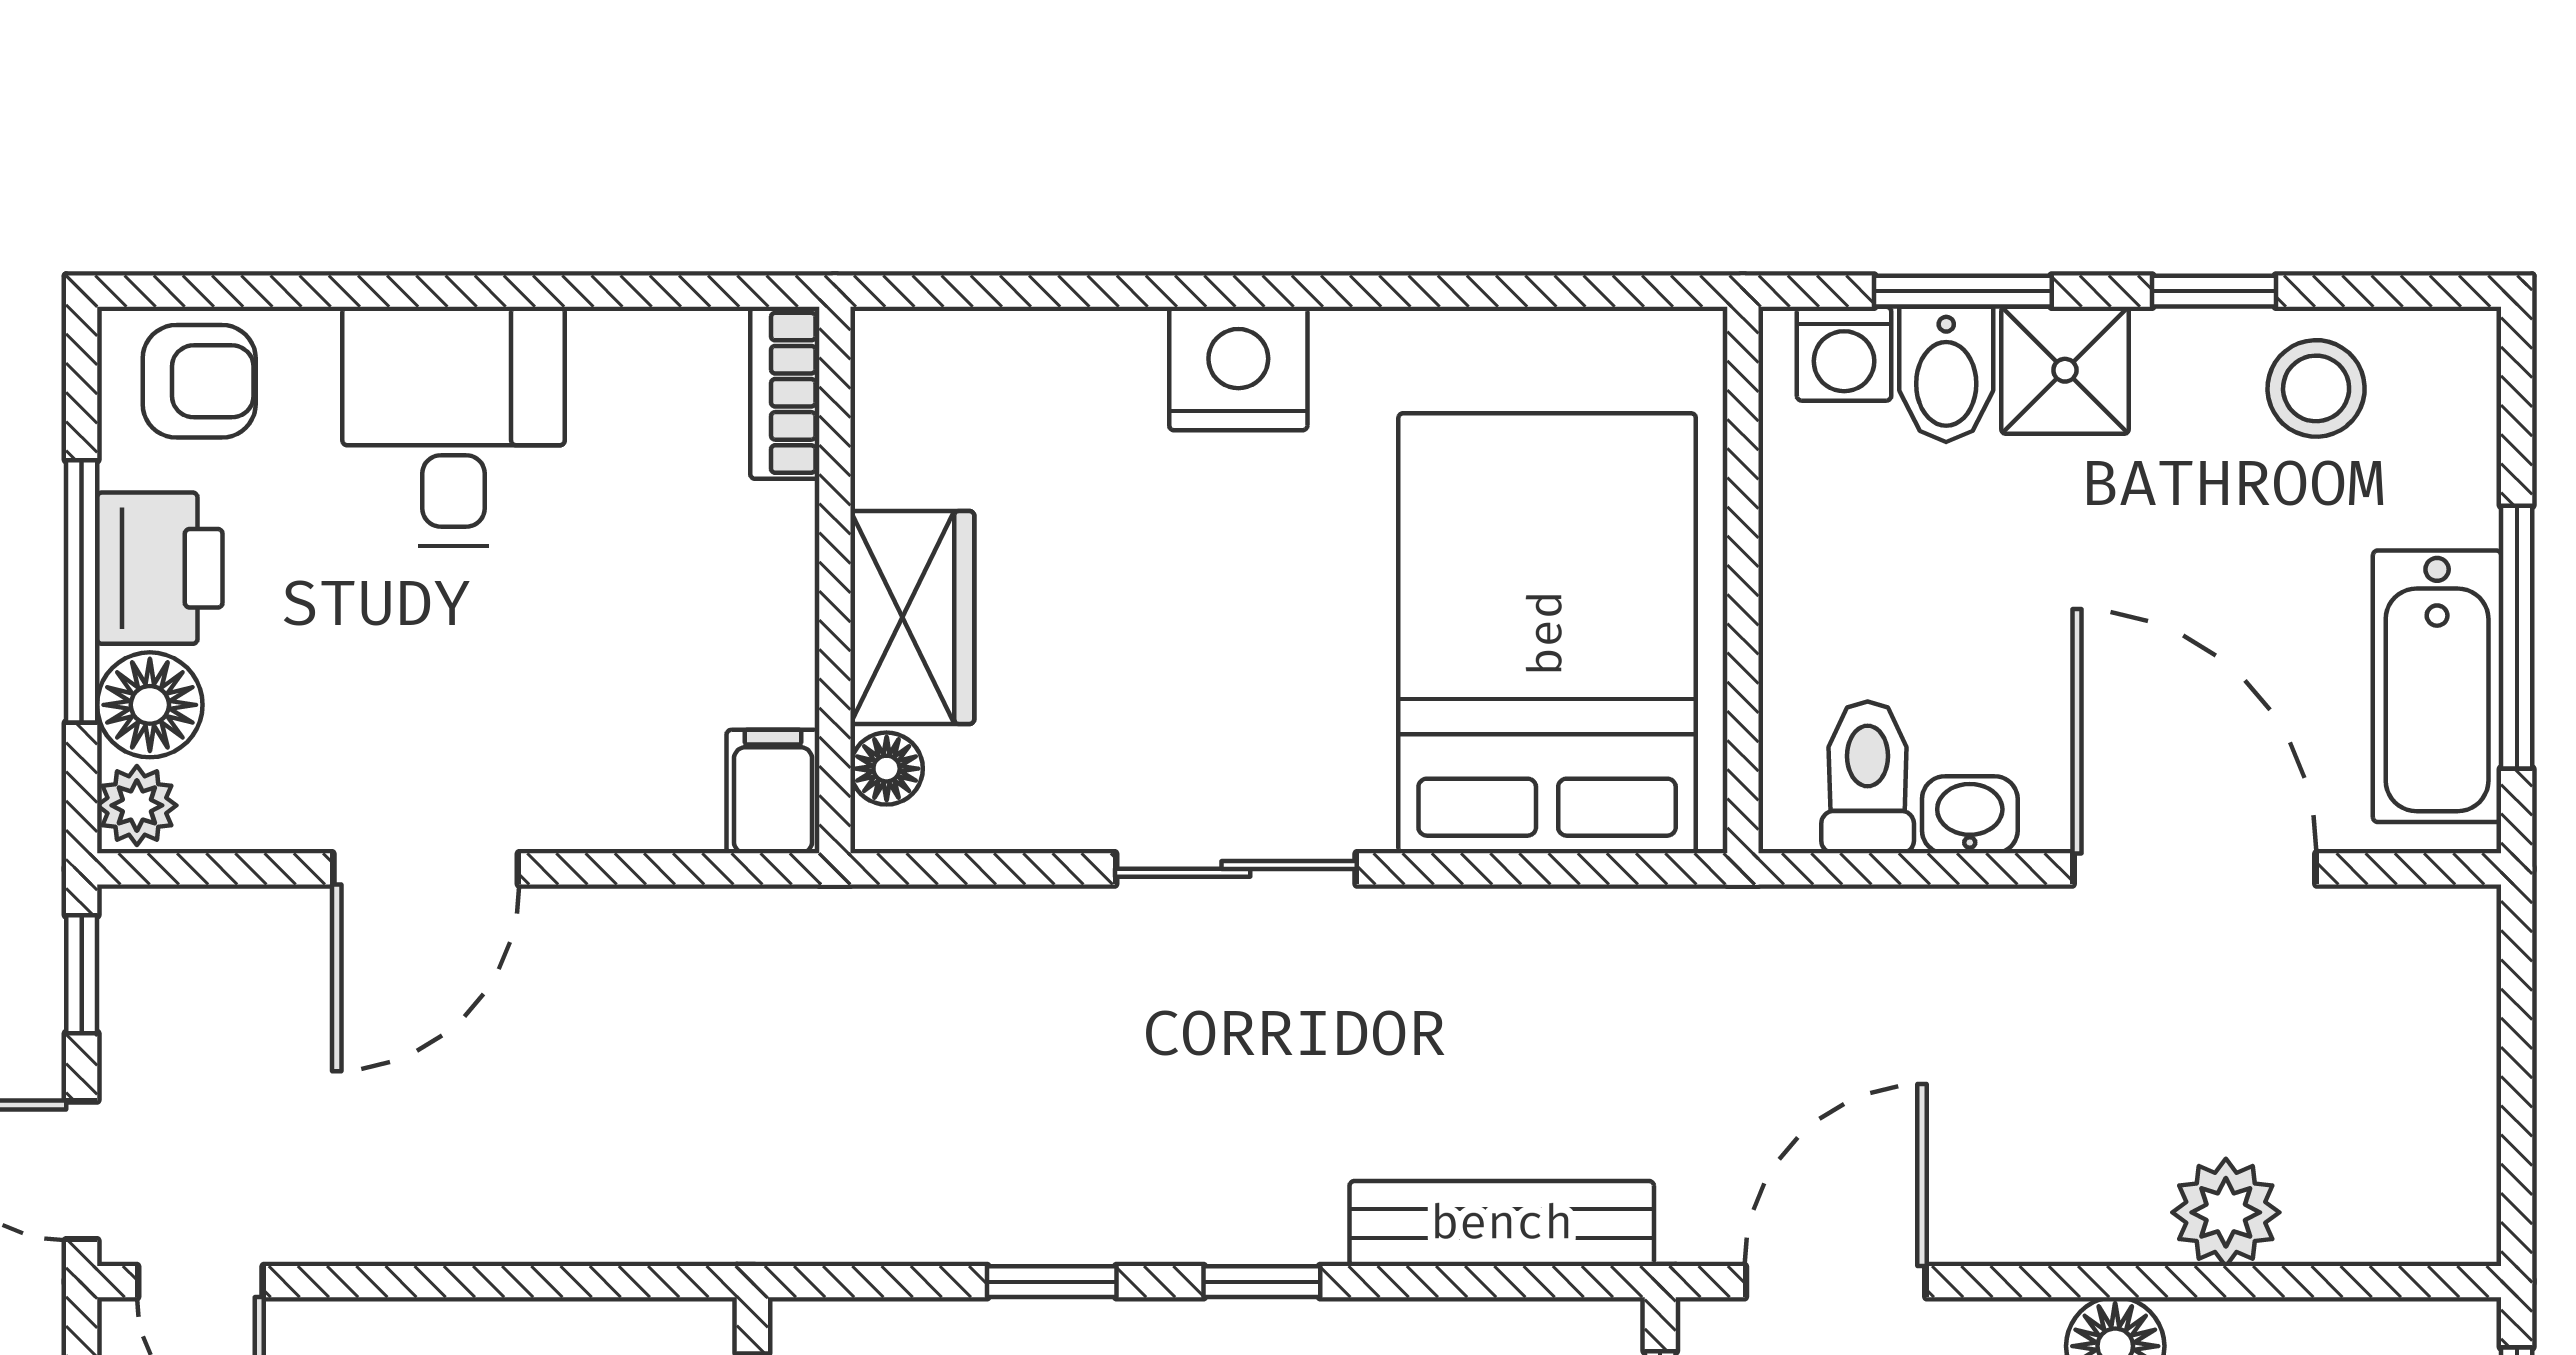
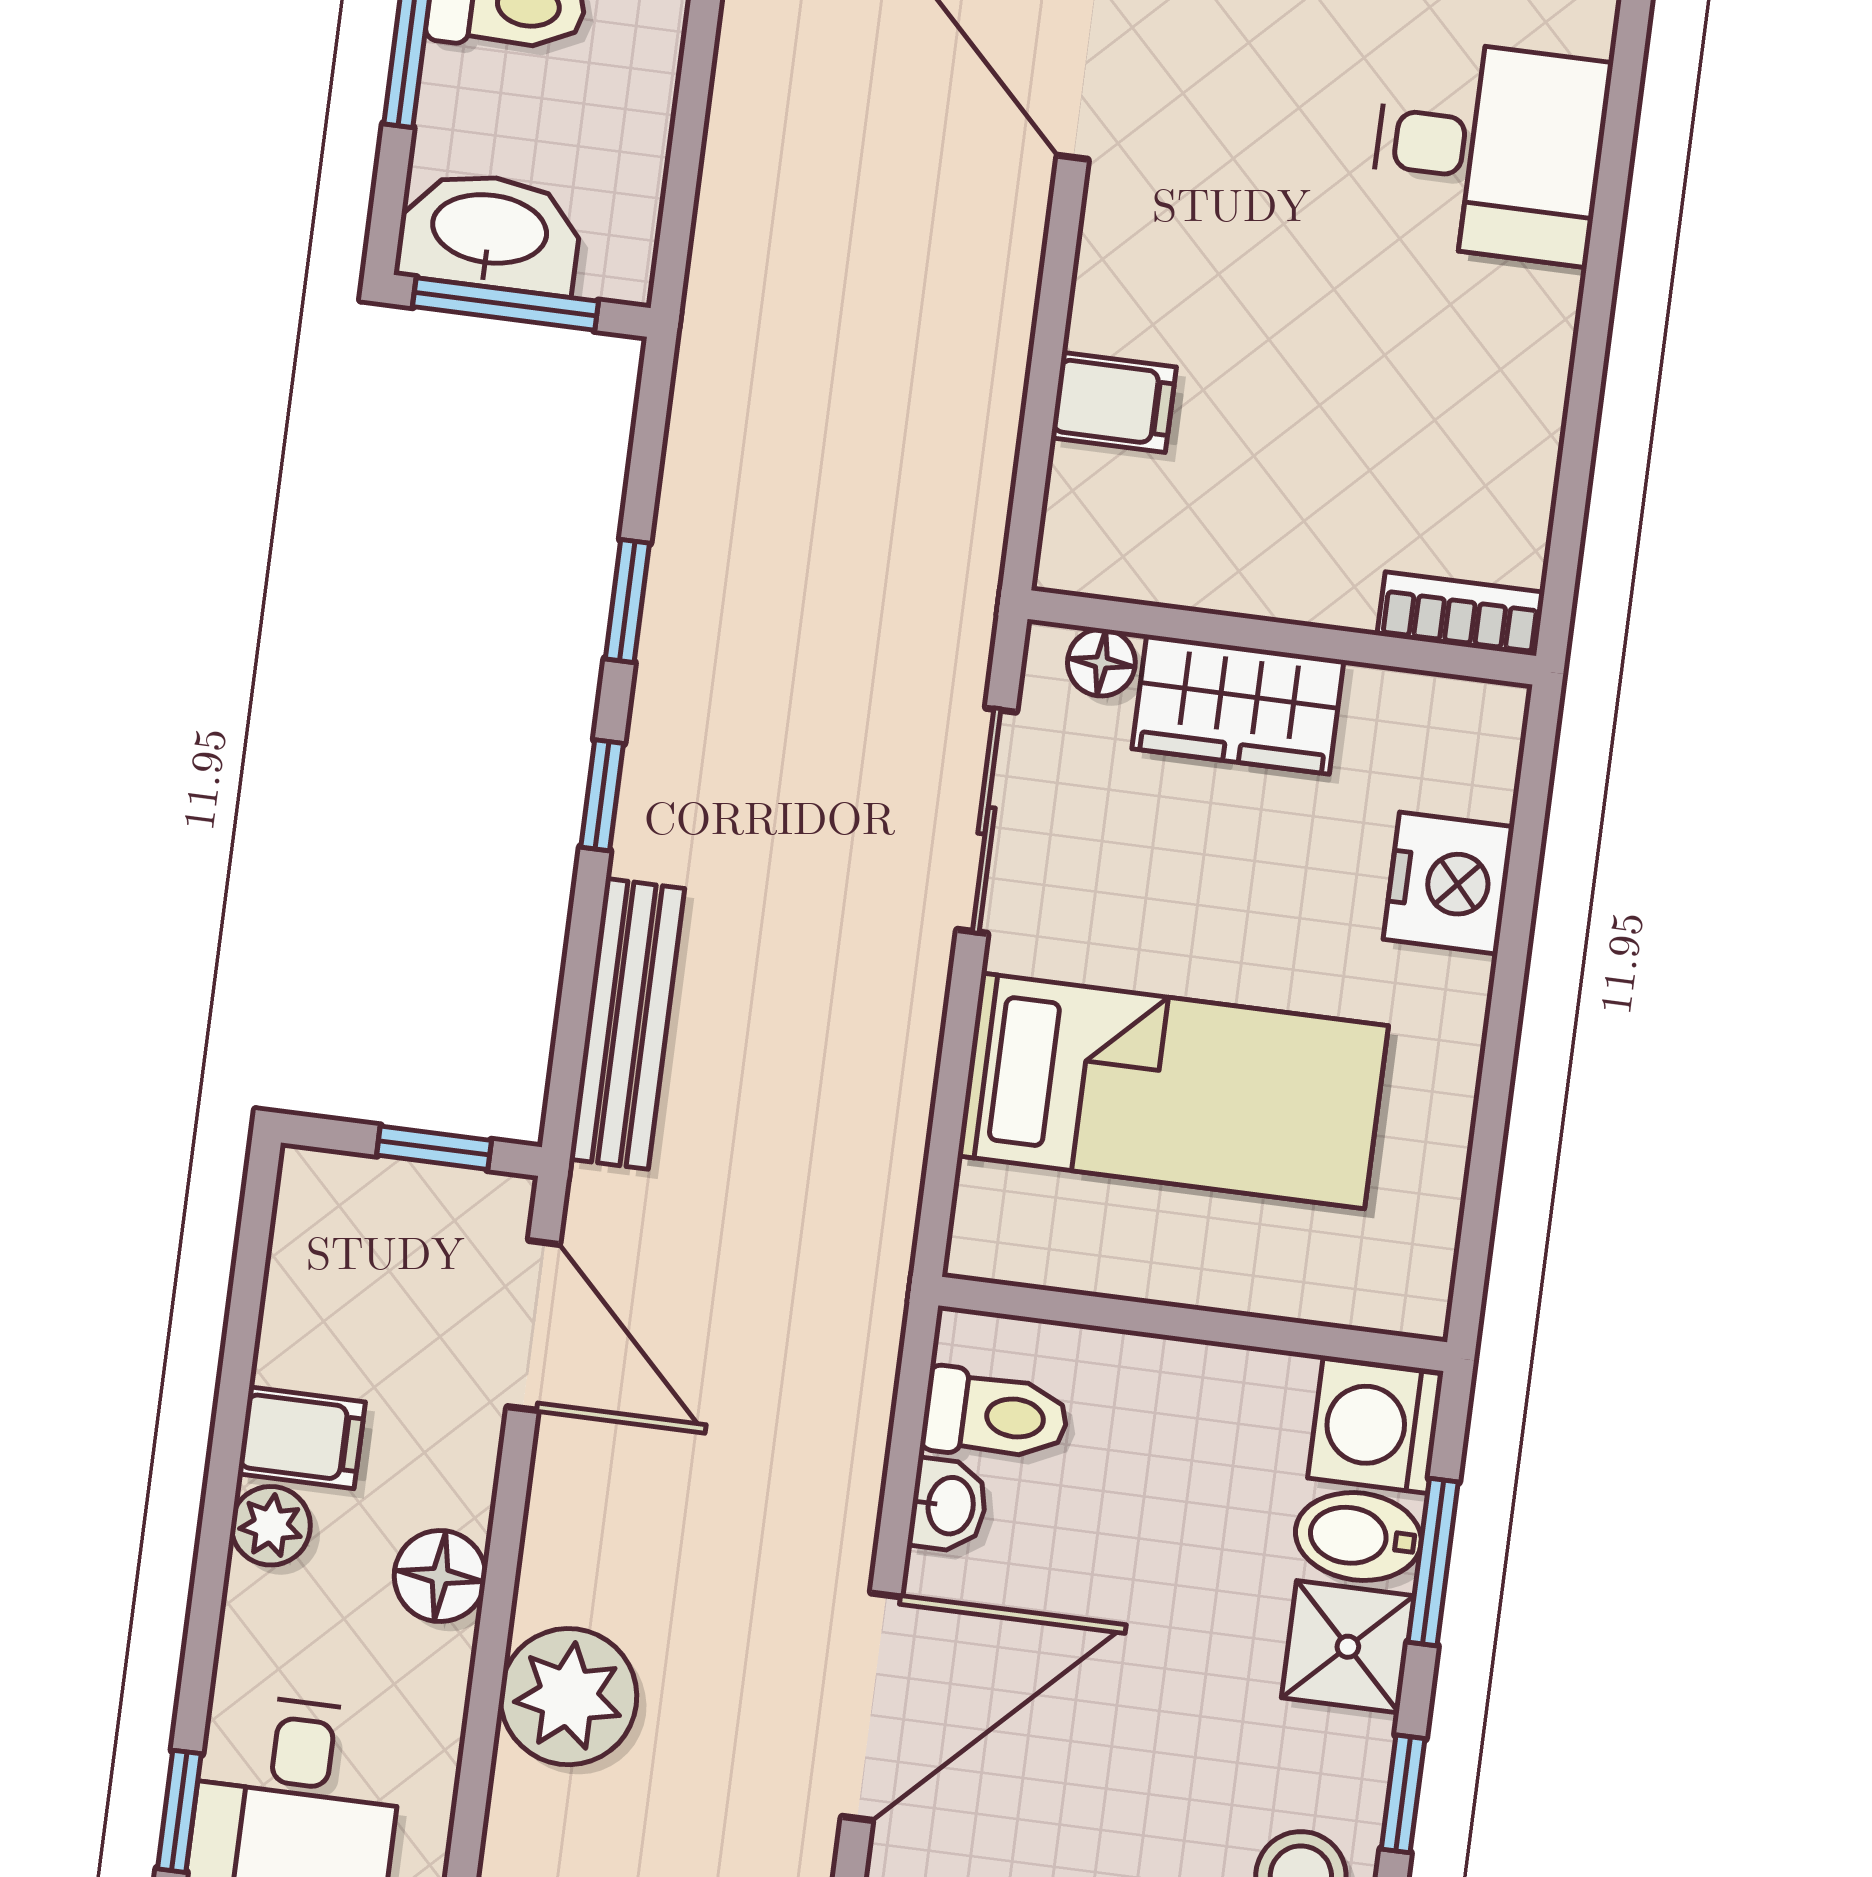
washing machine: (1844, 354) -> (1375, 1426), width x1.38, depth x1.38
bookcase: (785, 393) -> (1461, 614), moved
wall: (835, 580) -> (1282, 637), moved
wardrobe: (912, 617) -> (1238, 704), moved
bed: (1547, 633) -> (1173, 1091), width x0.67
floor lamp: (887, 769) -> (1101, 663), moved
plant: (2226, 1212) -> (568, 1697), width x1.36, depth x1.36

